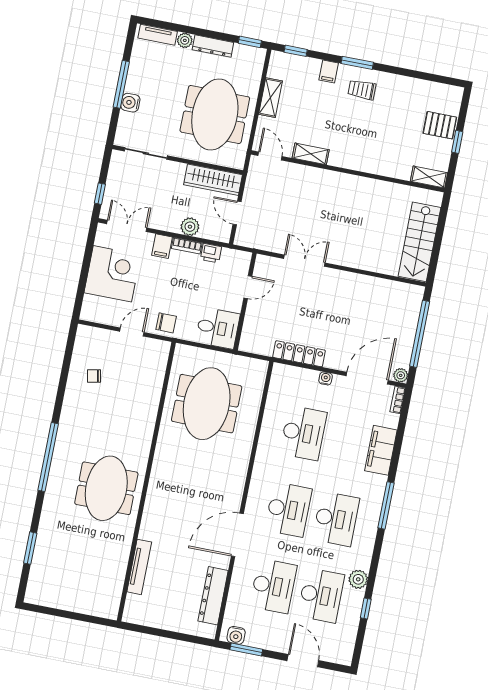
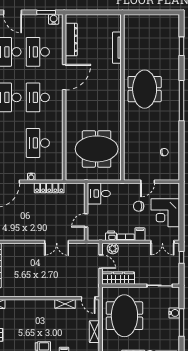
plant: (190, 227) -> (113, 249), moved
chair: (166, 323) -> (139, 206), moved
meeting table: (207, 404) -> (97, 149), turned 90

